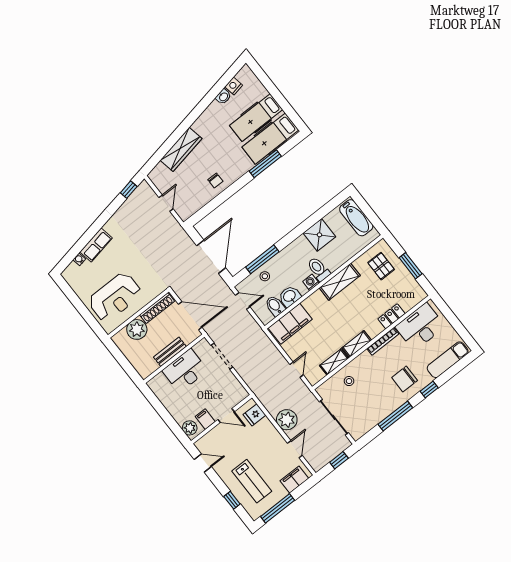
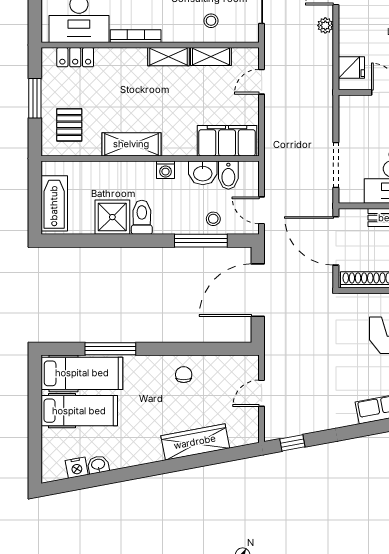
toilet: (319, 269) -> (142, 217), moved, turned 180
locker: (392, 316) -> (75, 57), moved
plant: (287, 420) -> (325, 25), width x0.53, depth x0.53

